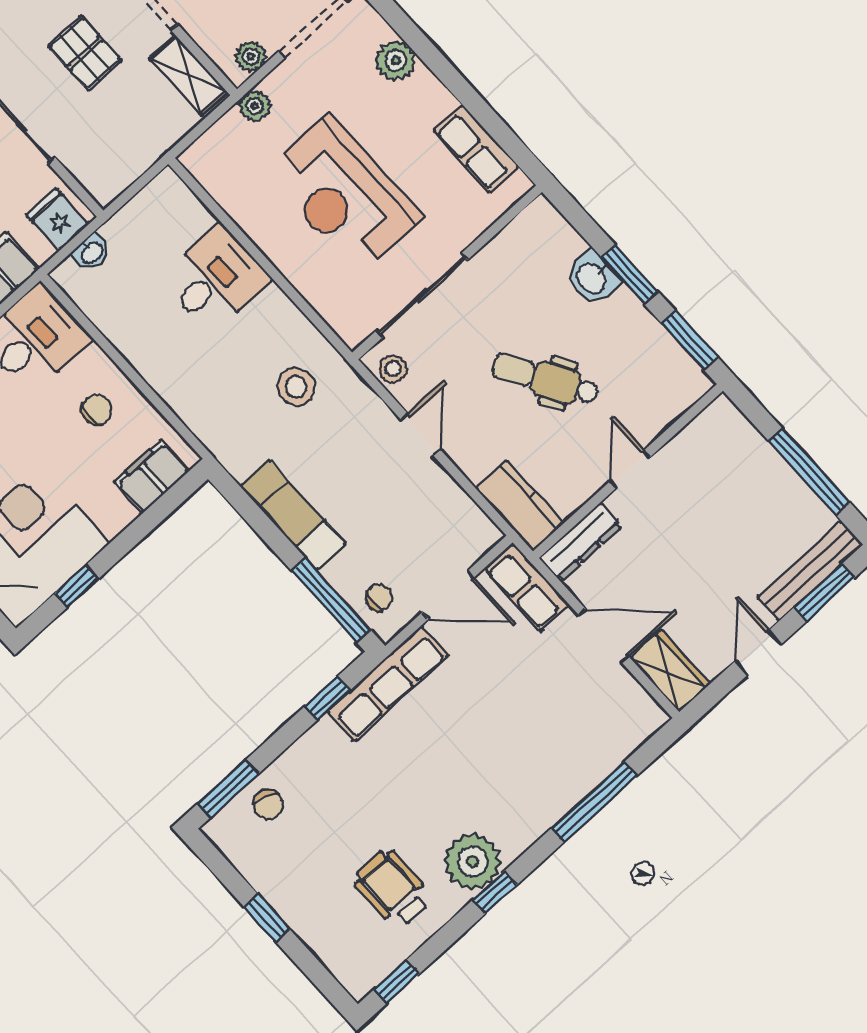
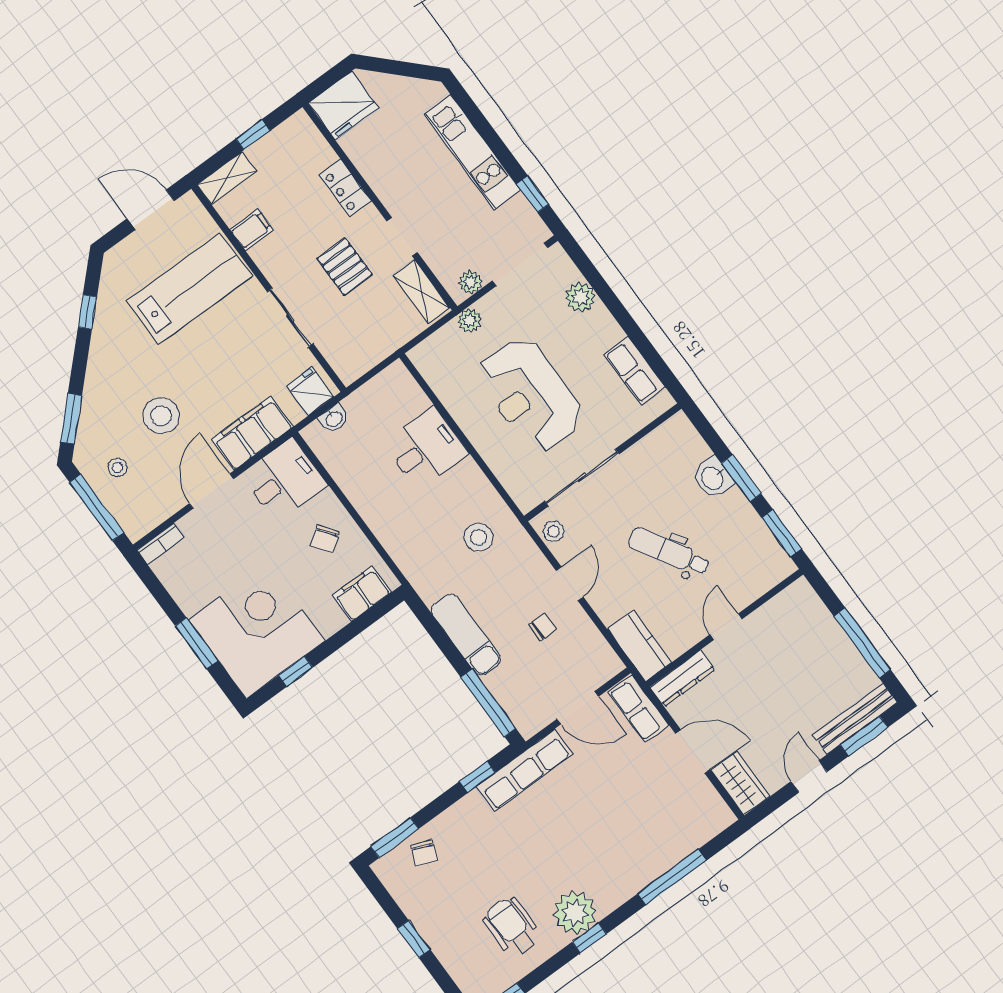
chair: (97, 410) -> (325, 539), turned 143
chair: (379, 598) -> (543, 627), moved

